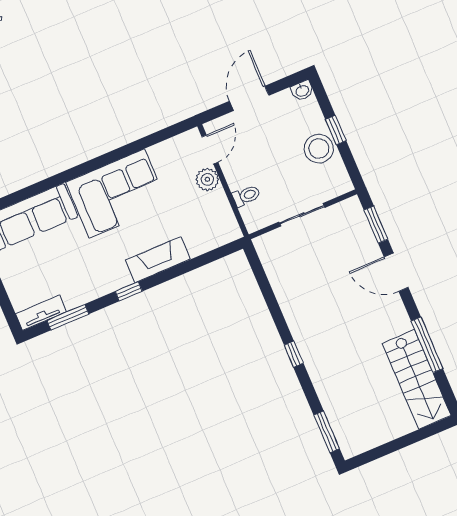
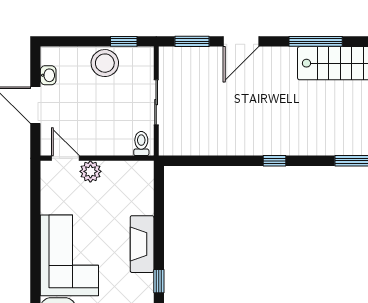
washbasin: (302, 91) -> (48, 75), moved
window: (336, 130) -> (124, 41), moved
toilet: (246, 196) -> (141, 144), moved

